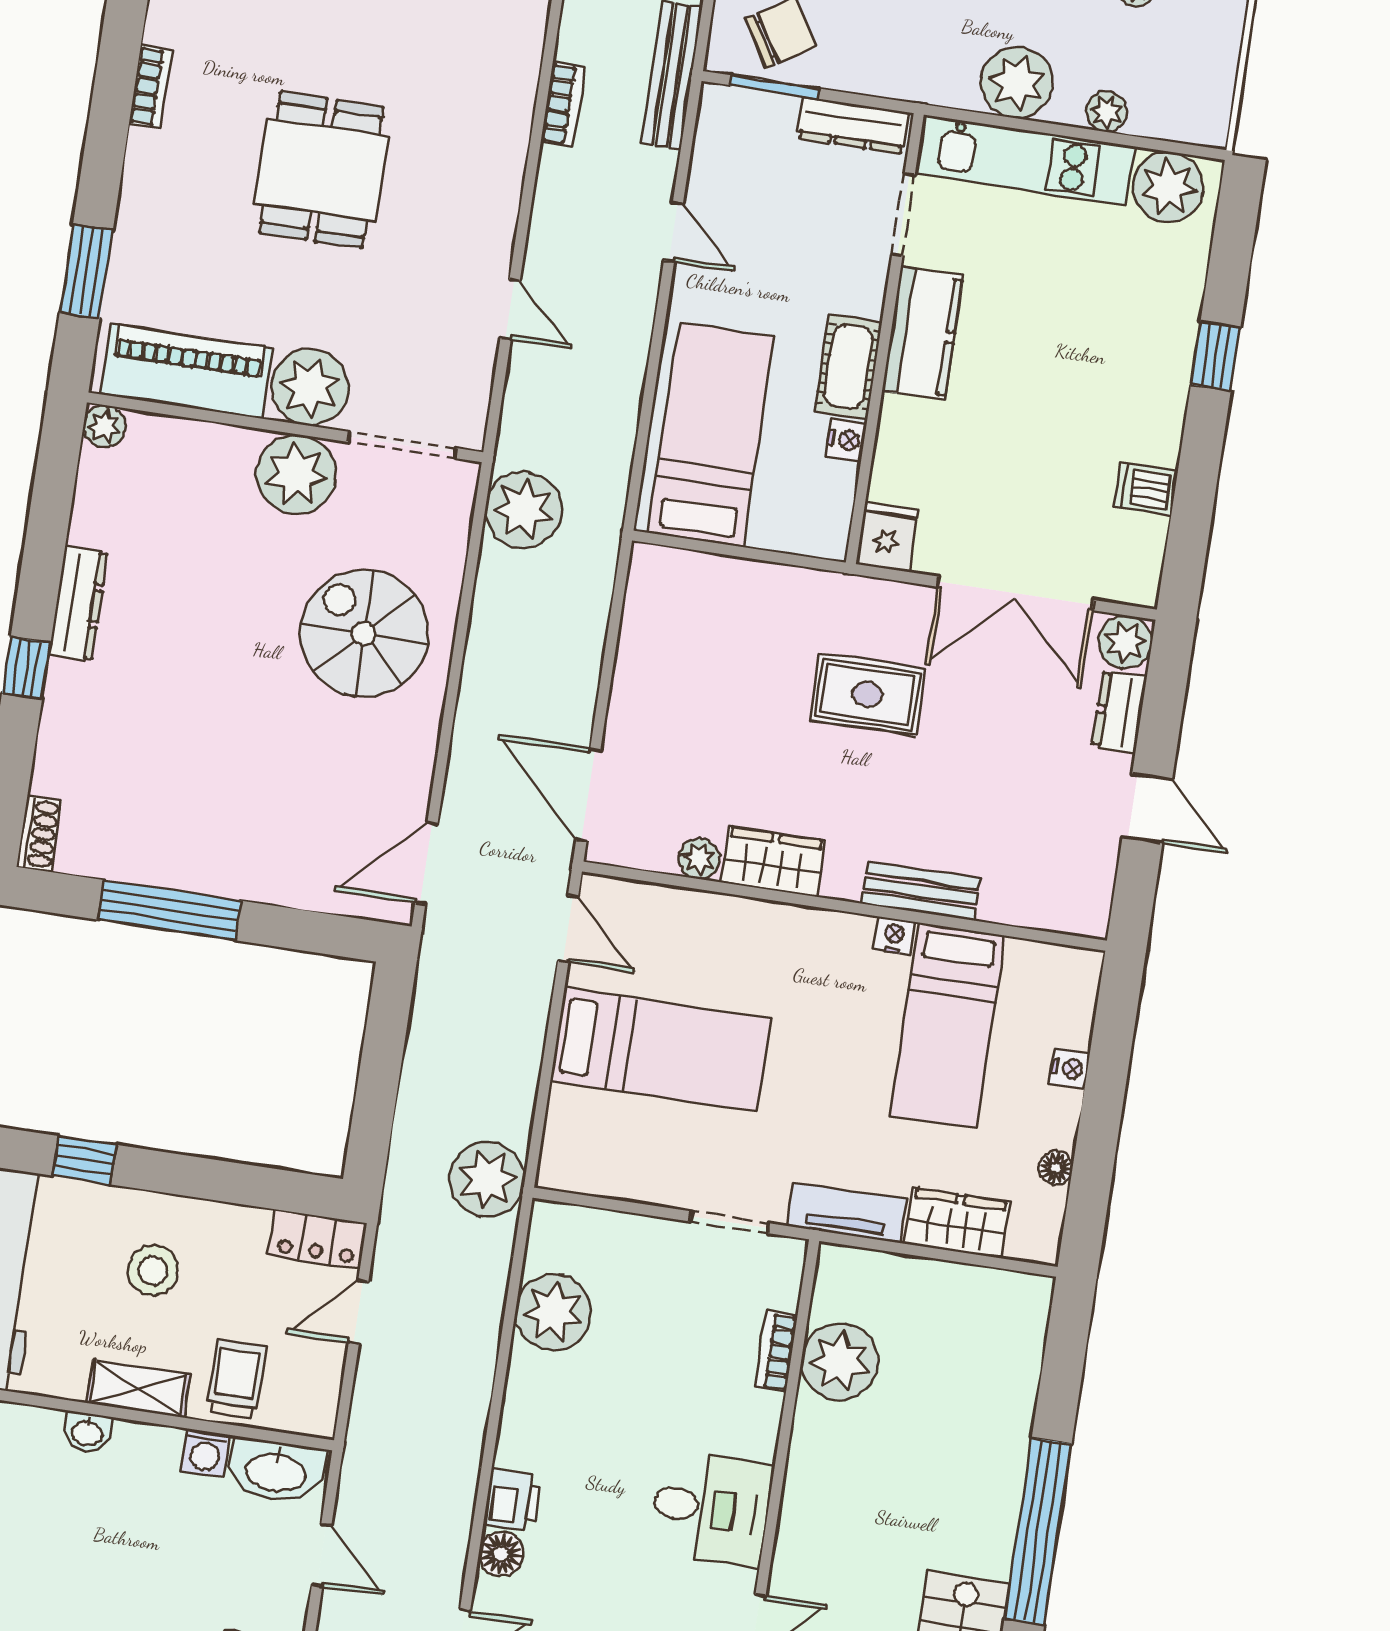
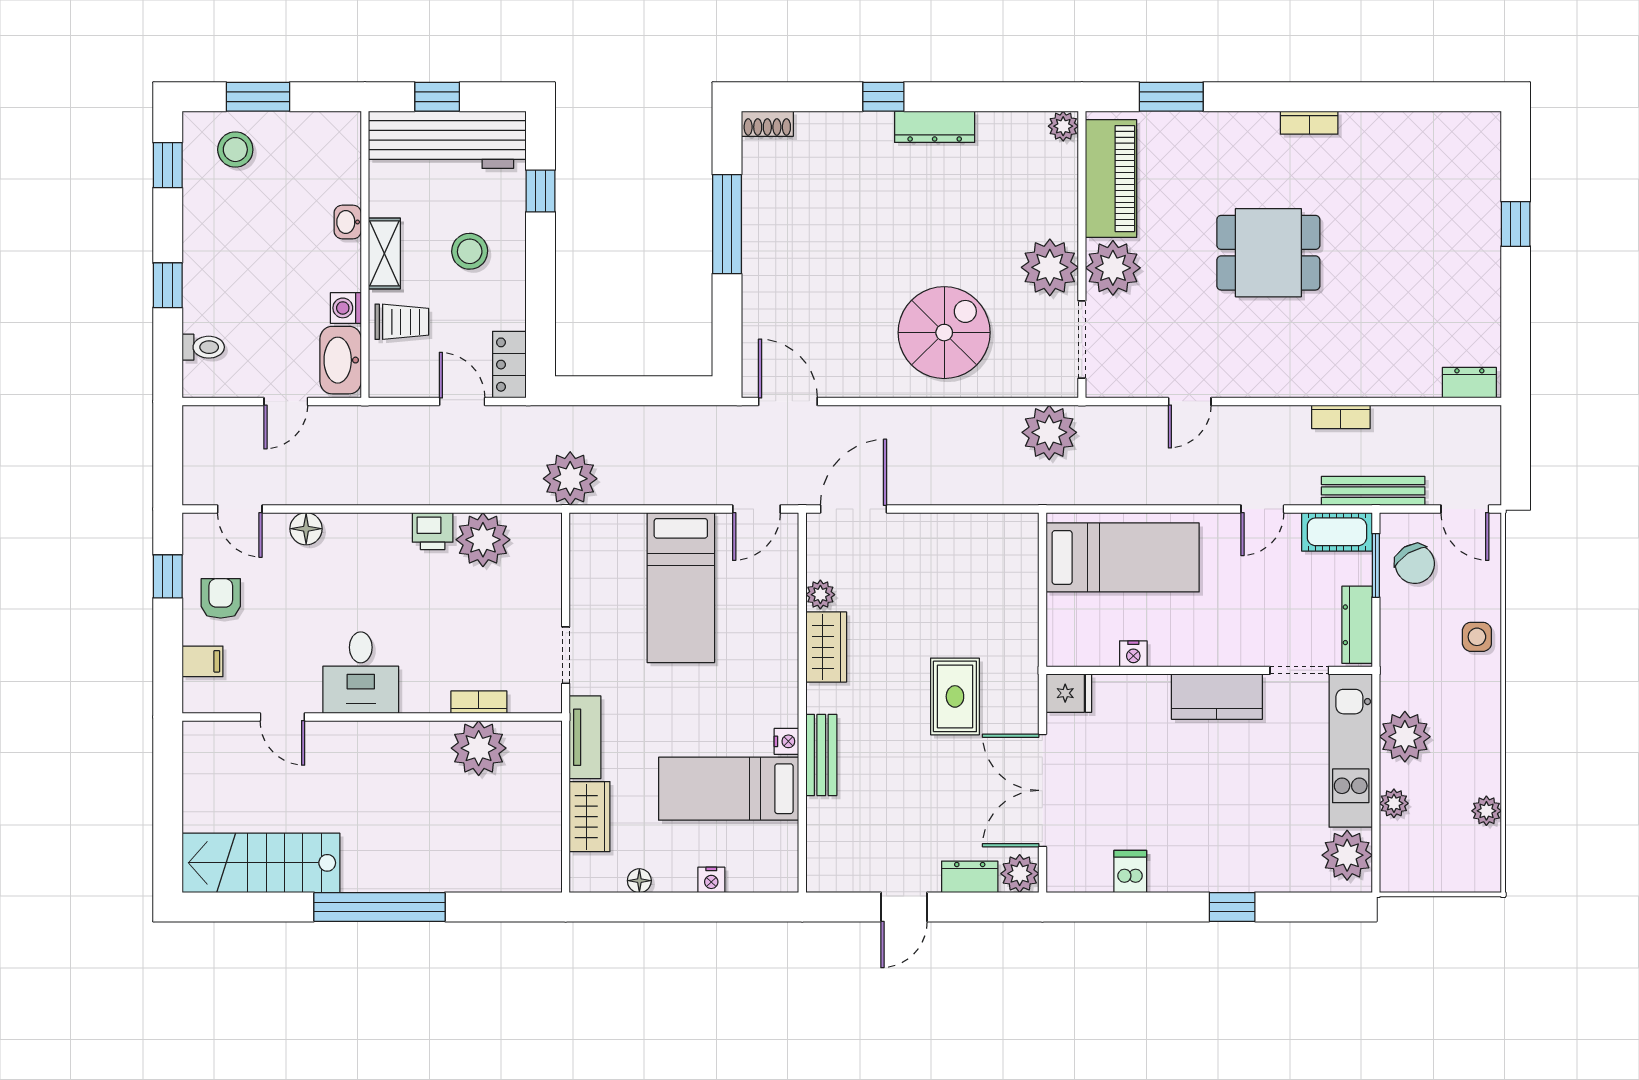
cot: (848, 367) -> (1337, 532), moved
printer: (513, 1500) -> (433, 531), moved

